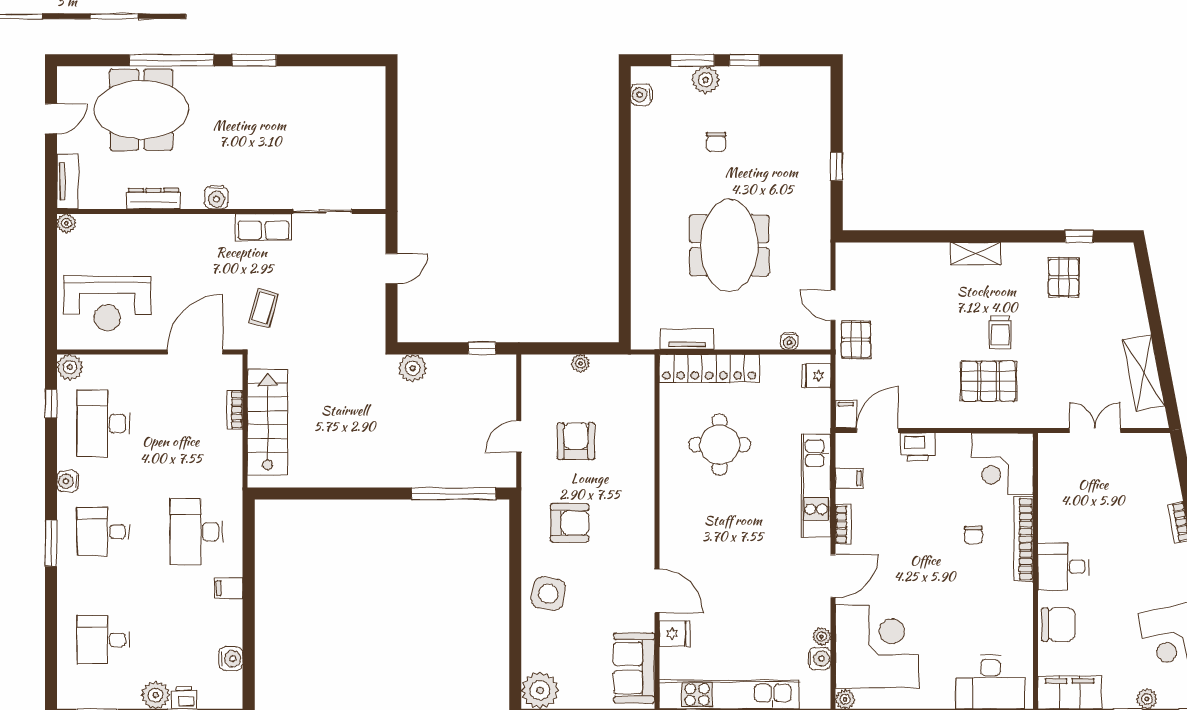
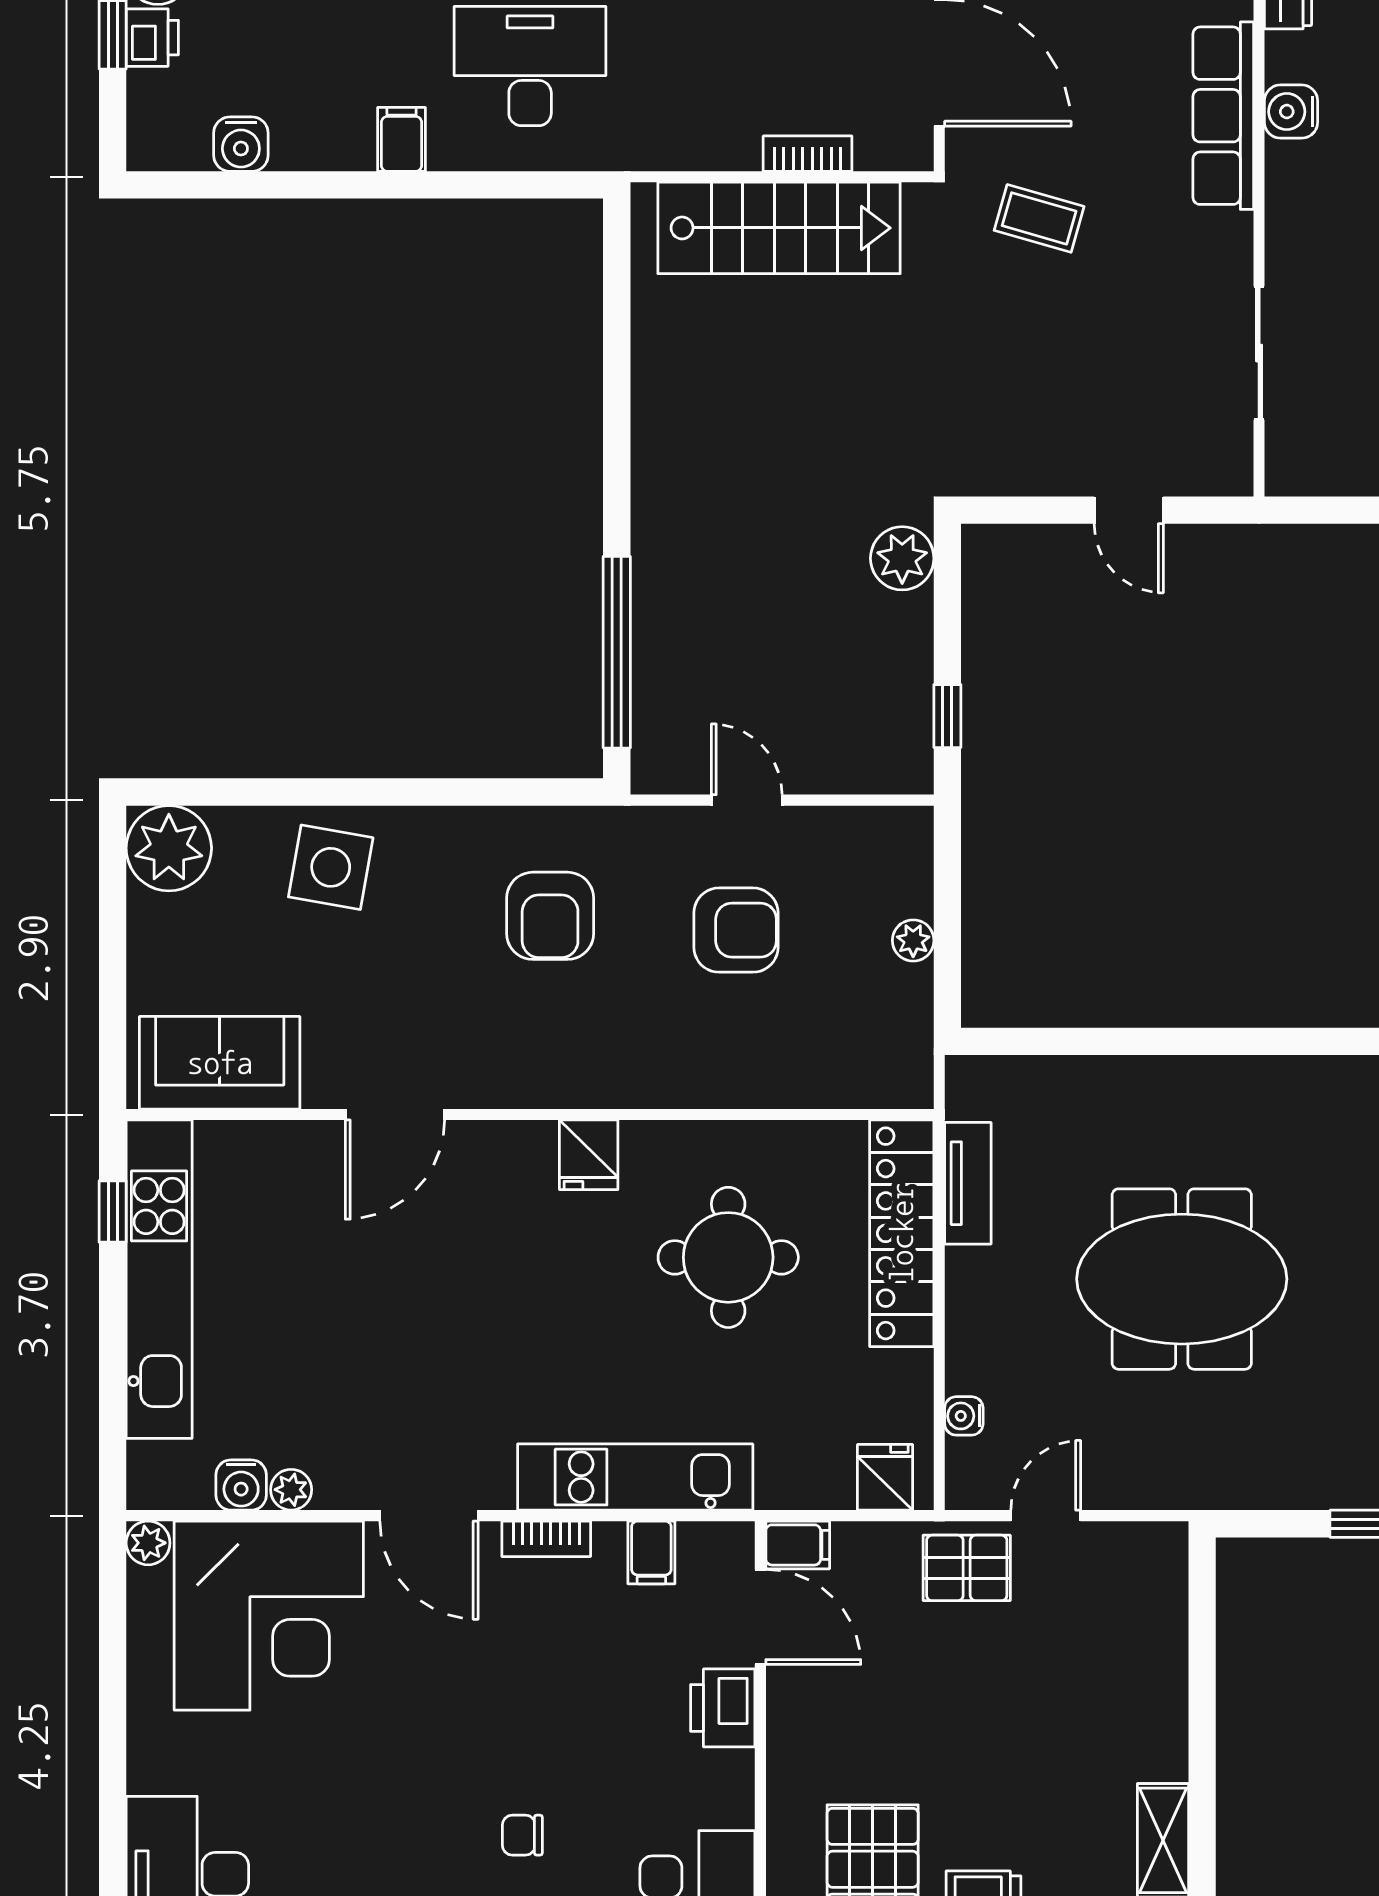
row of seats: (263, 227) -> (1223, 116), moved, width x1.48
side table: (548, 594) -> (331, 867), moved
fridge: (675, 634) -> (589, 1155), moved

